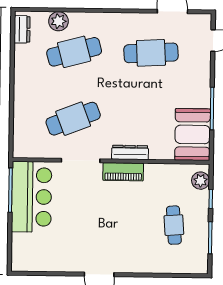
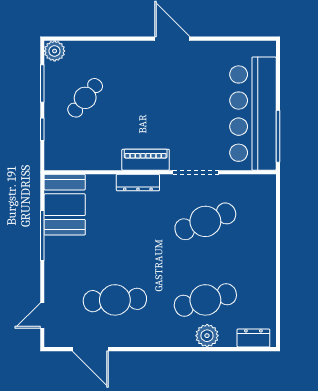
plant: (59, 21) -> (207, 336), moved
dresser: (22, 29) -> (253, 338), moved, turned 90
plant: (201, 181) -> (55, 51), moved
bar counter: (32, 197) -> (253, 114), width x1.36
cafe table: (174, 225) -> (85, 98), turned 43

